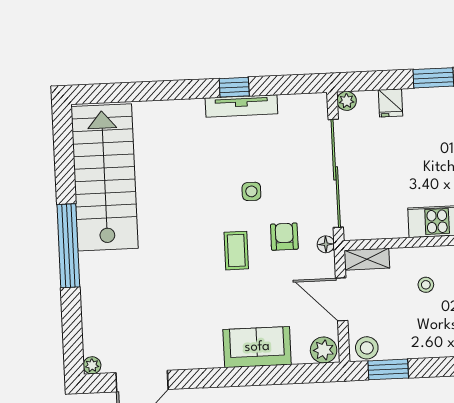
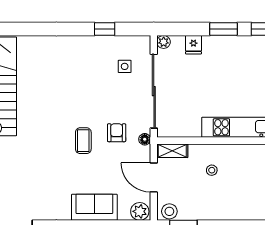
window: (234, 87) -> (105, 29), moved
tv unit: (241, 106) -> (91, 42), removed
side table: (251, 191) -> (125, 66), moved

